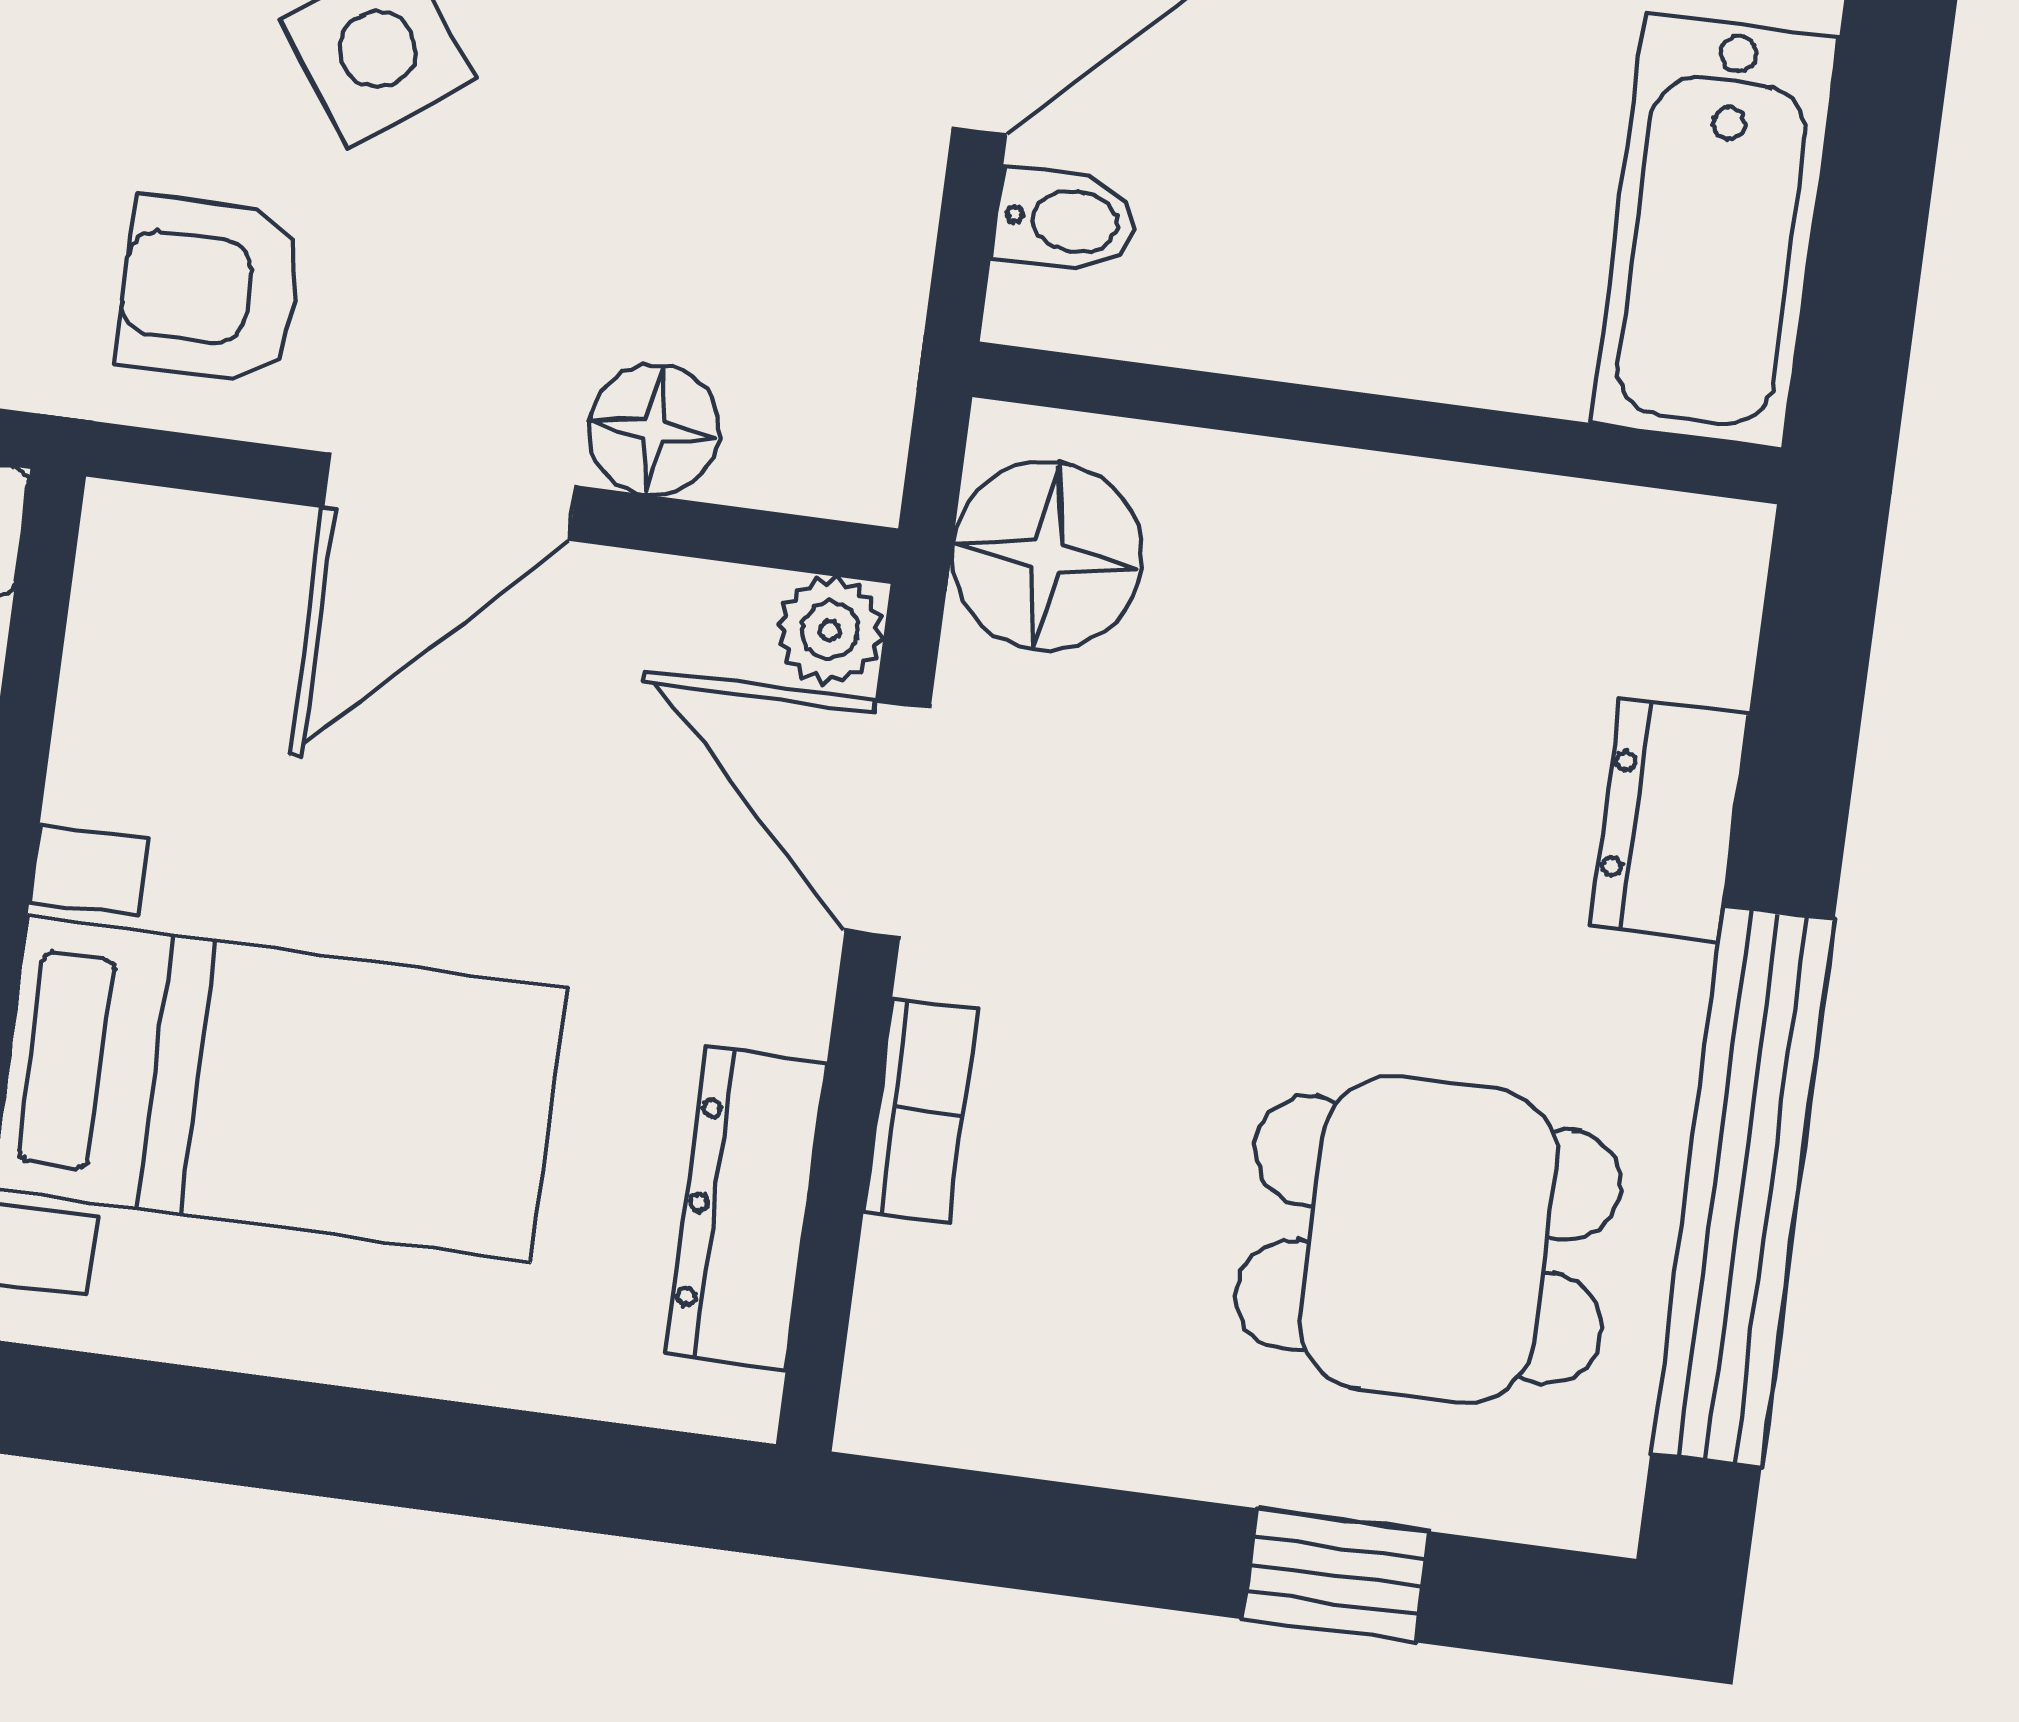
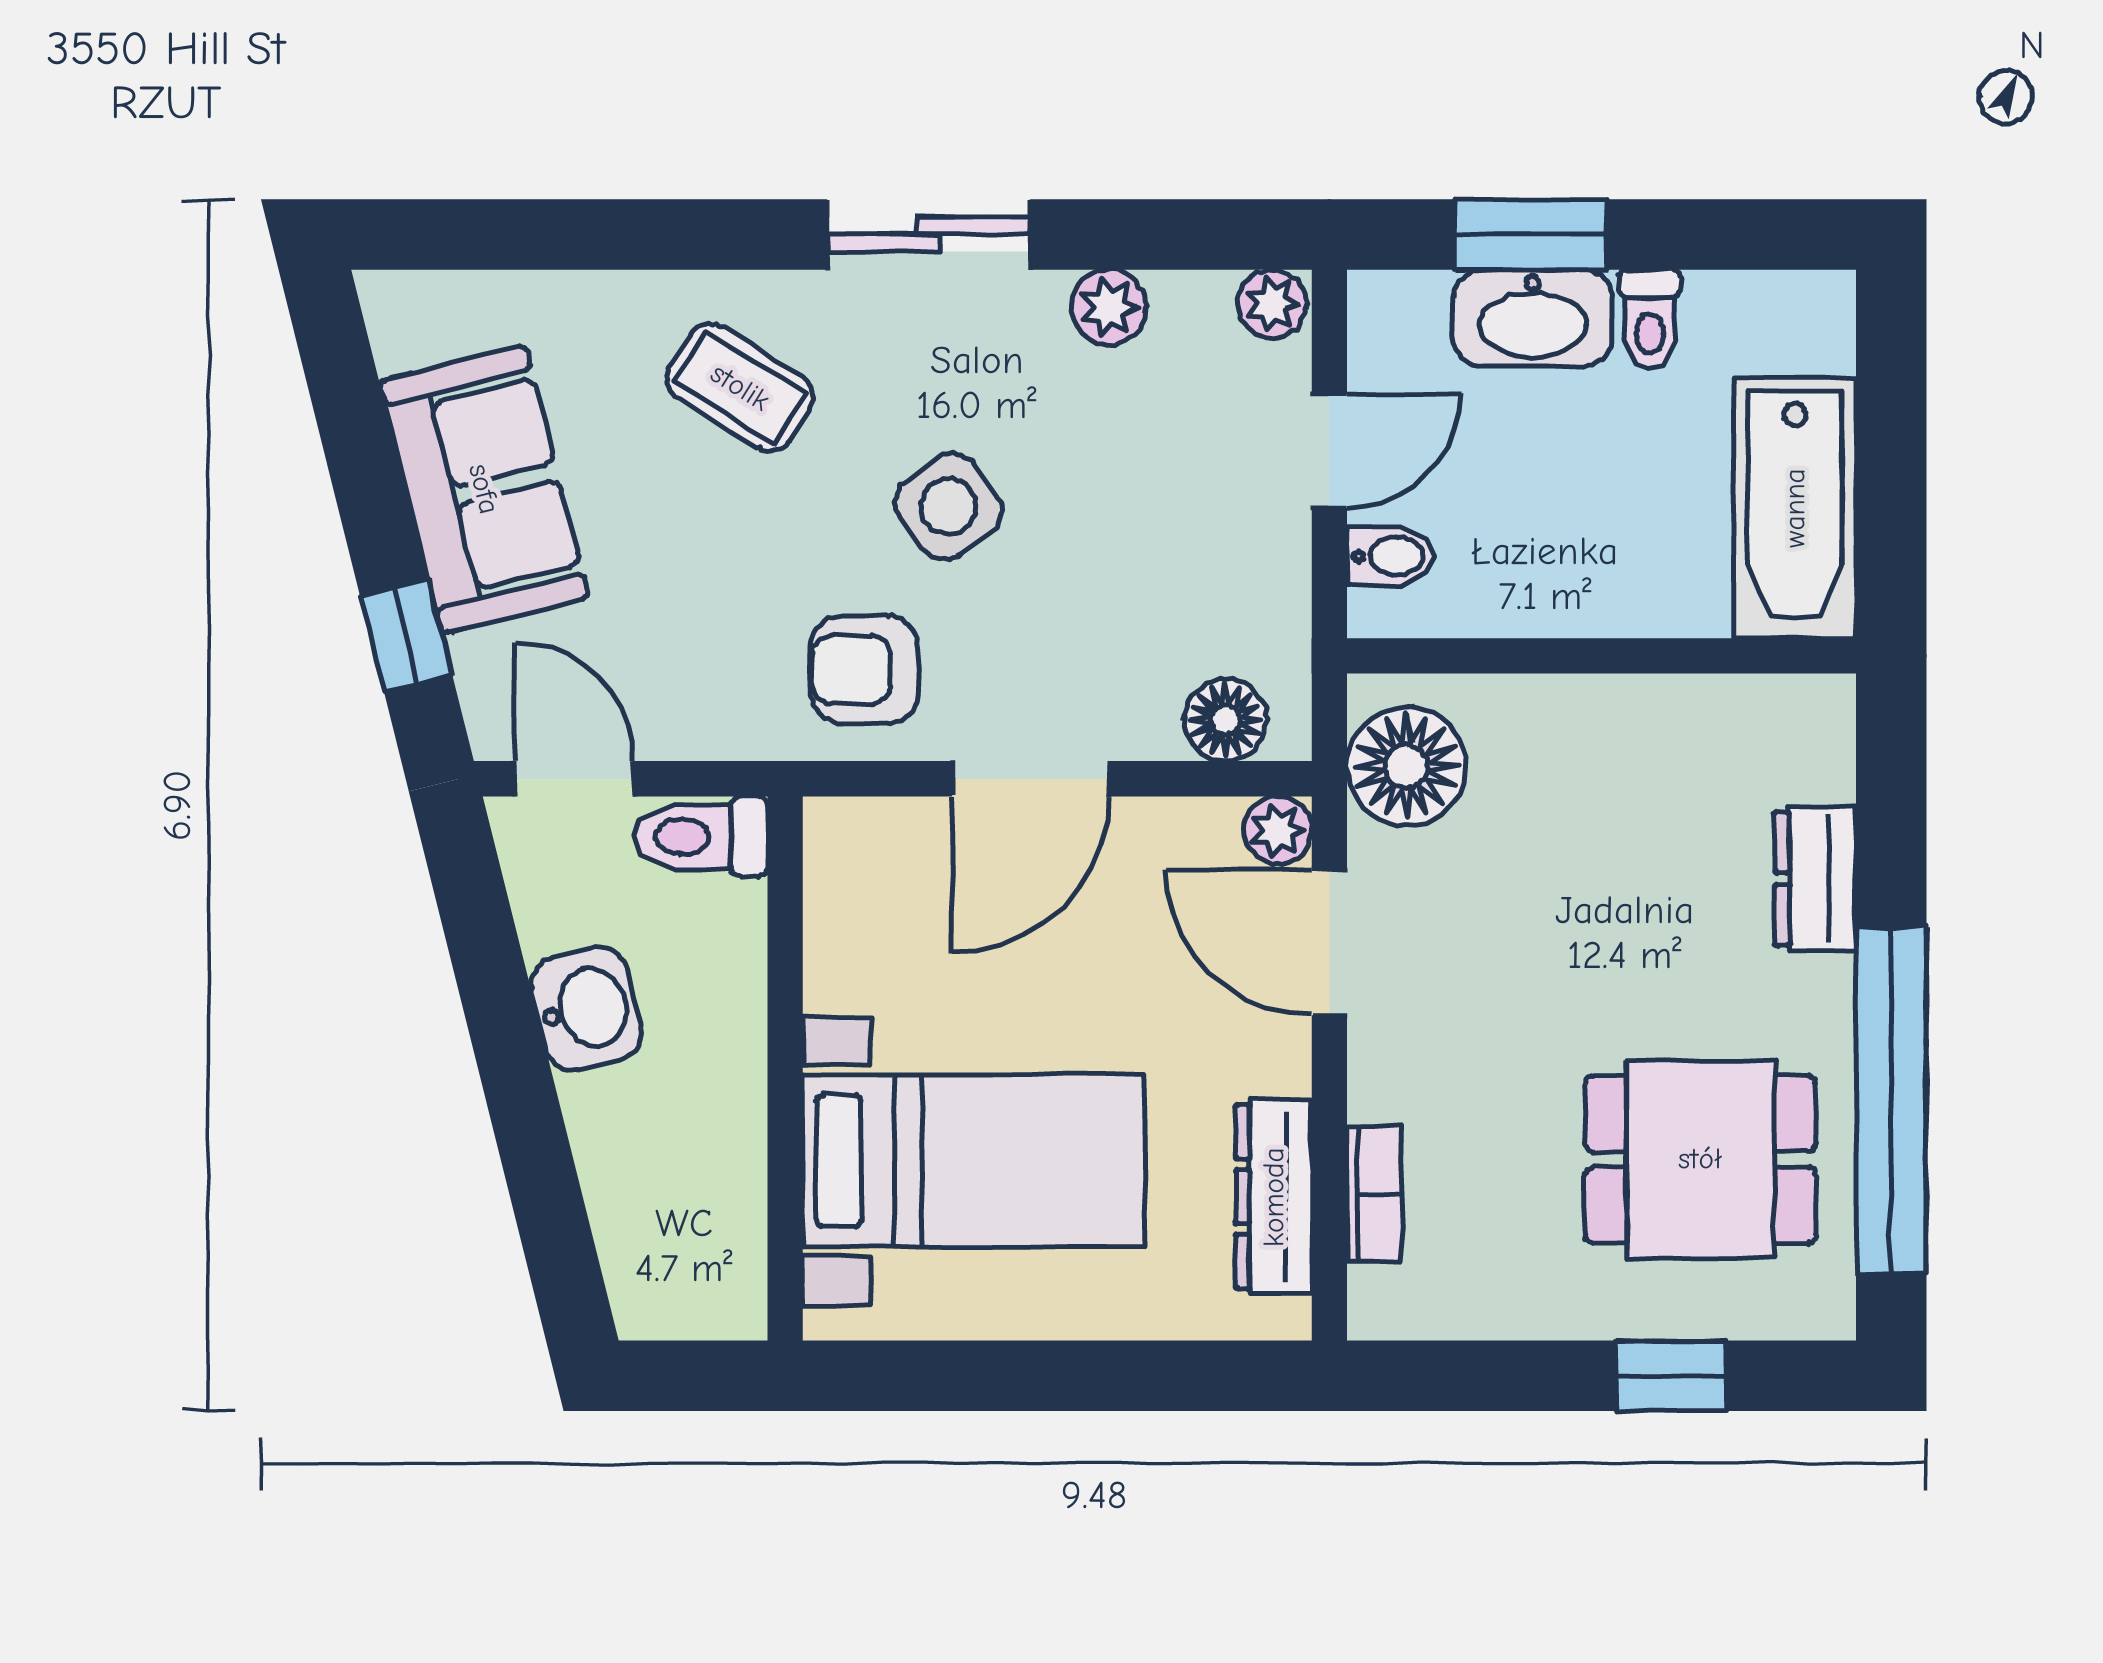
floor lamp: (654, 430) -> (1225, 720), moved
bookcase: (920, 1111) -> (1374, 1194), moved

